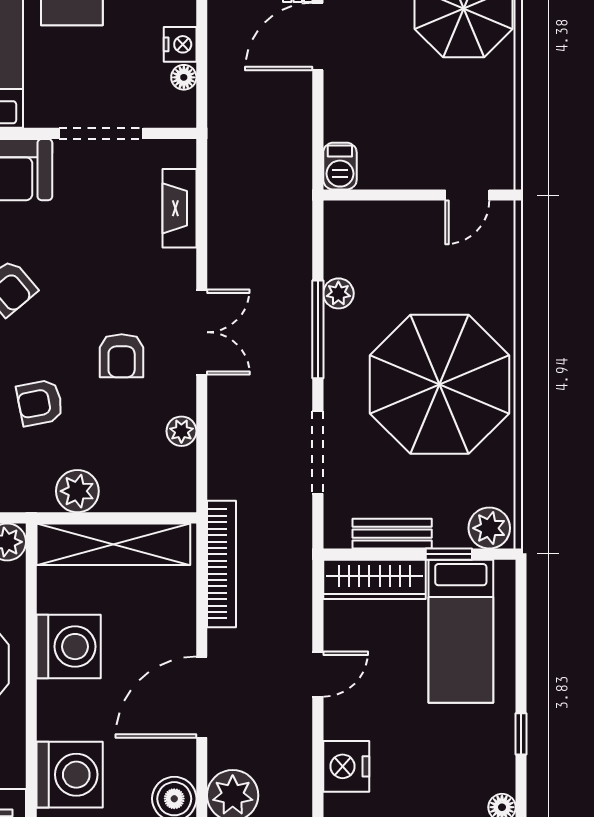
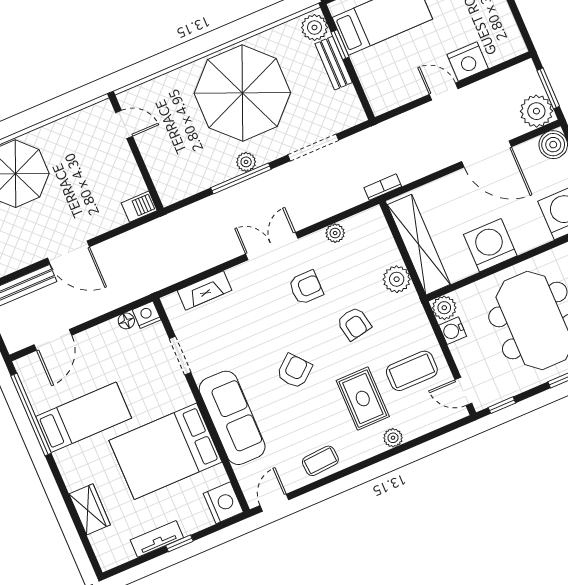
nightstand: (180, 44) -> (147, 315), moved
doorway: (101, 133) -> (180, 356), width x0.73
plant: (338, 293) -> (246, 162), moved
bench: (392, 534) -> (334, 63), moved
bookcase: (222, 564) -> (383, 187), width x0.43, depth x0.76
wardrobe: (374, 579) -> (374, 82), removed
nightstand: (346, 766) -> (468, 62), moved

